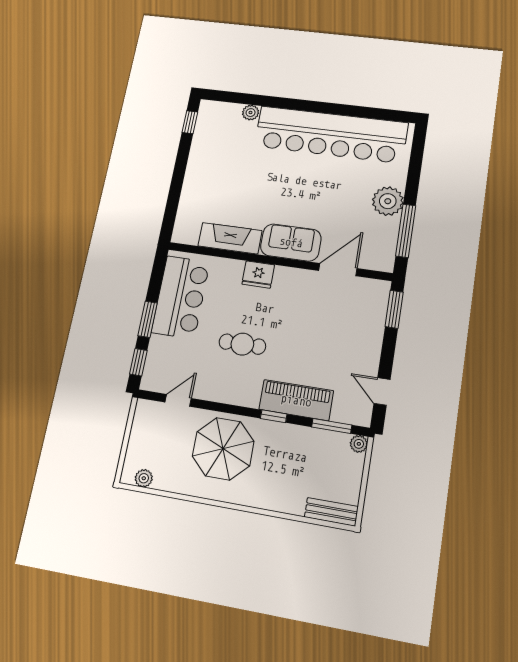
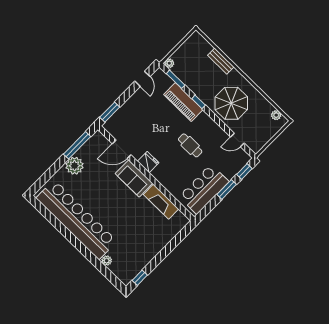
fridge: (258, 275) -> (148, 162), moved
bench: (331, 512) -> (221, 61), moved

